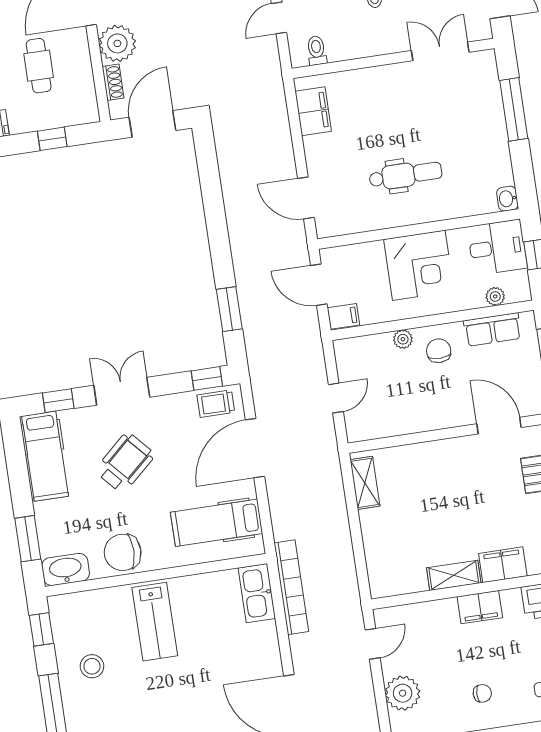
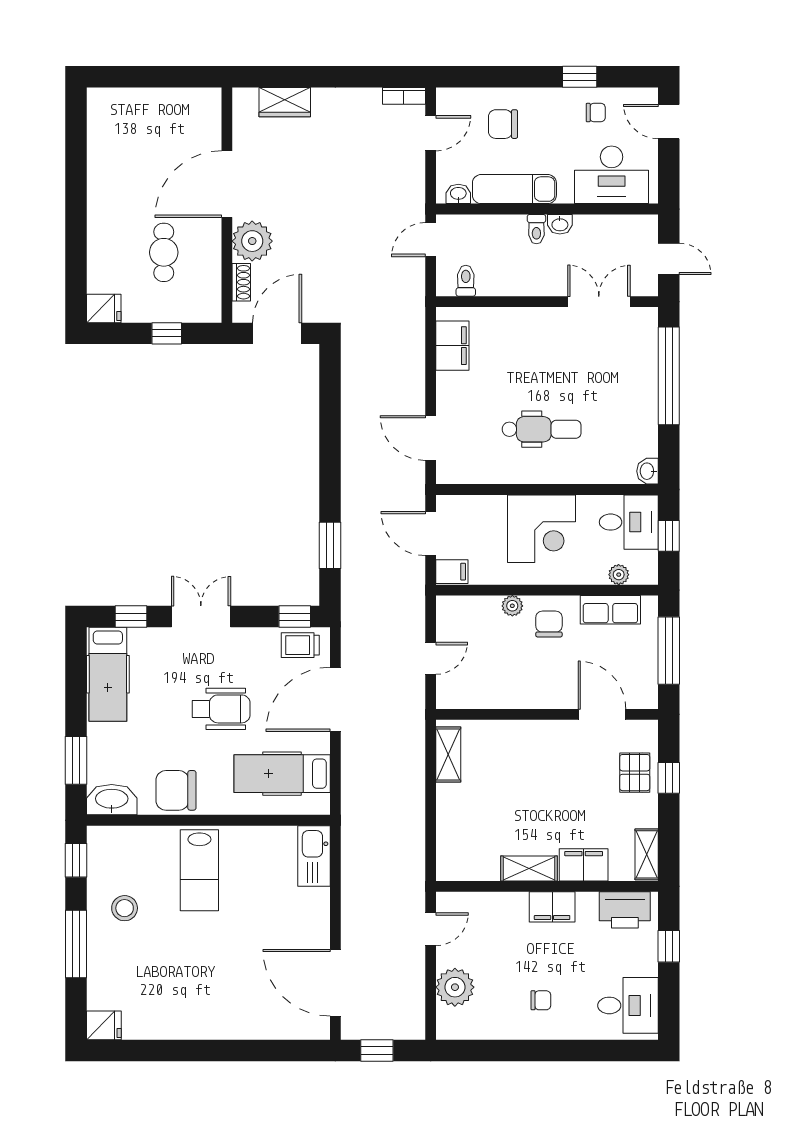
window: (514, 109) -> (669, 376), width x1.46
wheelchair: (125, 463) -> (221, 709), moved, turned 42
bookcase: (291, 587) -> (352, 855), removed

